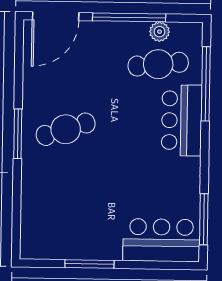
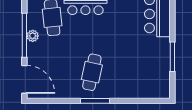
plant: (159, 32) -> (33, 36), moved
cafe table: (66, 129) -> (92, 72), turned 30

